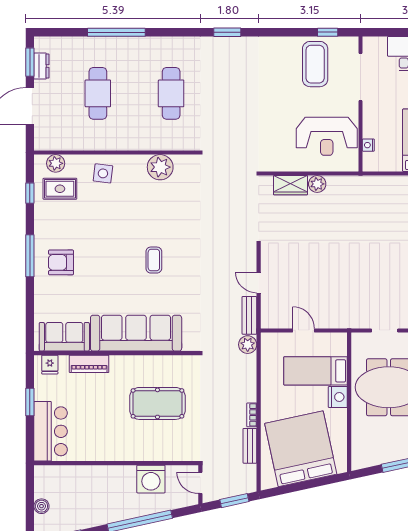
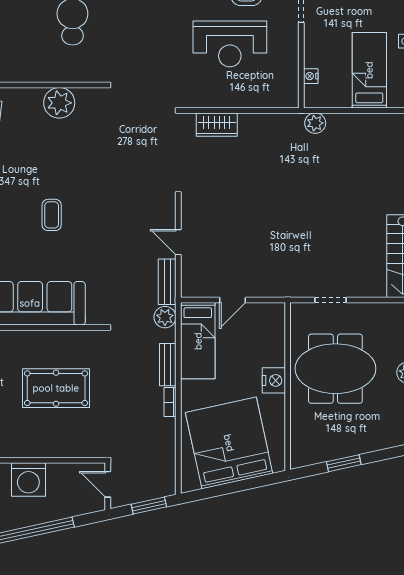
reception desk: (327, 136) -> (230, 44), moved
plant: (317, 184) -> (315, 123), moved
door: (304, 330) -> (232, 300), swing flipped
bed: (316, 371) -> (198, 341), moved, turned -90
bench: (250, 446) -> (168, 365), moved
washing machine: (151, 479) -> (28, 480), moved

